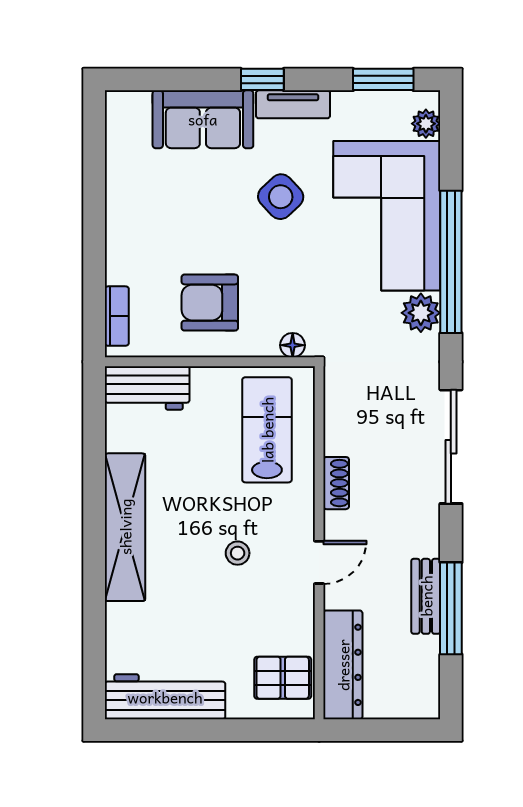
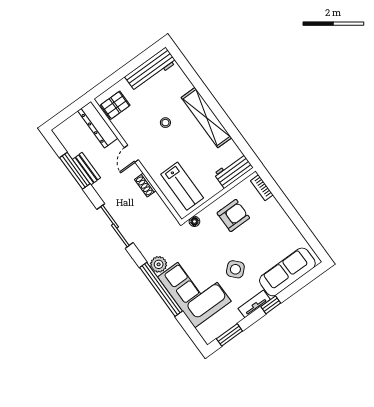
sofa: (203, 119) -> (287, 272), width x1.36
plant: (426, 124) -> (204, 330), removed
stool: (238, 553) -> (165, 123), moved

